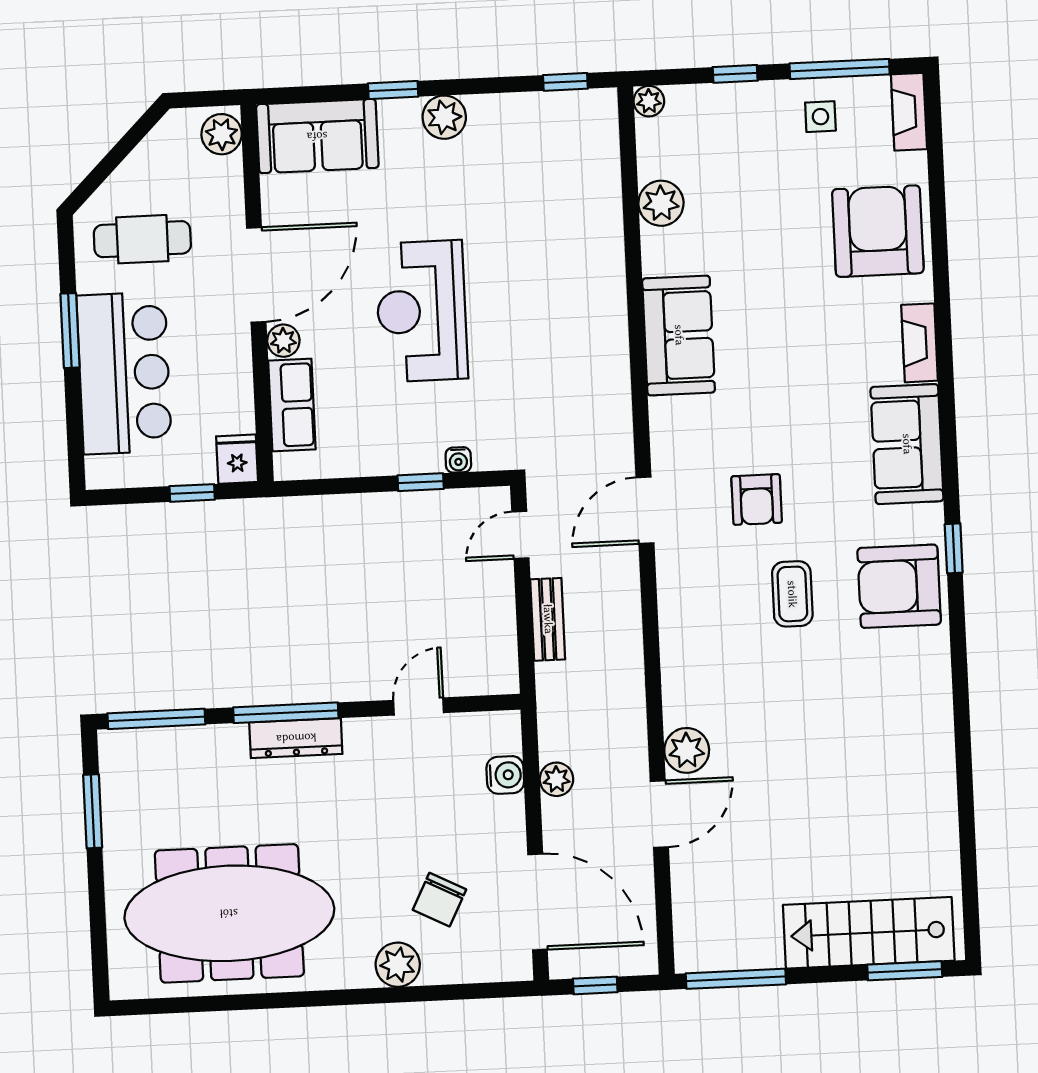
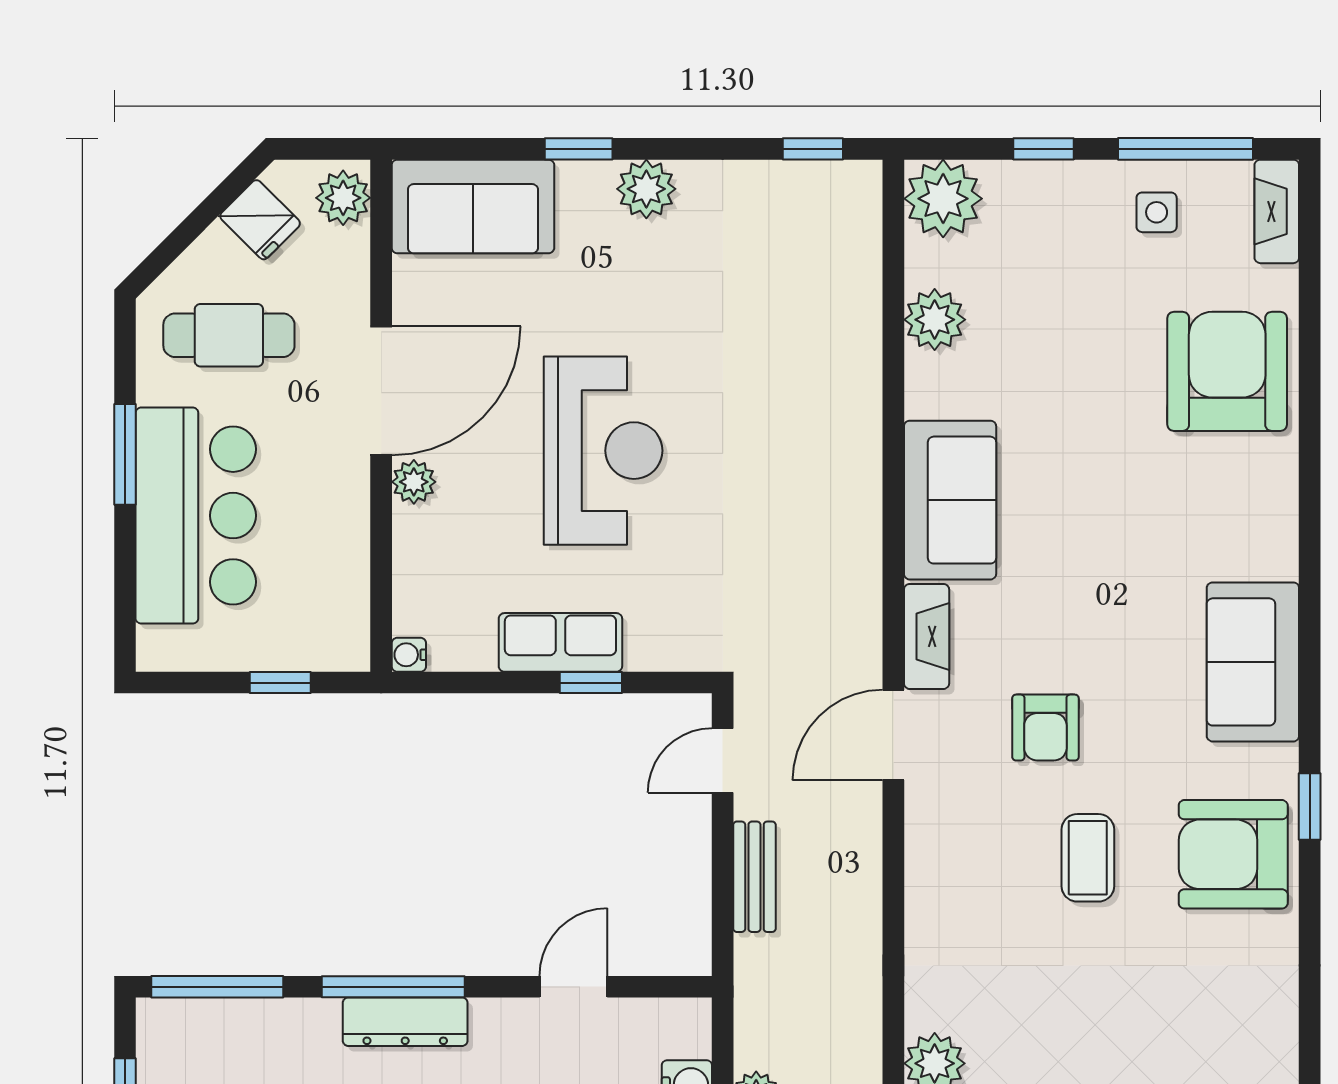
plant: (649, 101) -> (943, 199), width x1.88, depth x1.88
reception desk: (422, 311) -> (603, 451), turned 180
fireplace: (920, 343) -> (927, 636), moved, turned 180
row of seats: (292, 405) -> (560, 642), moved, turned -90
fridge: (237, 459) -> (260, 220), moved, turned 135
water cooler: (458, 460) -> (409, 655), moved, turned 90

